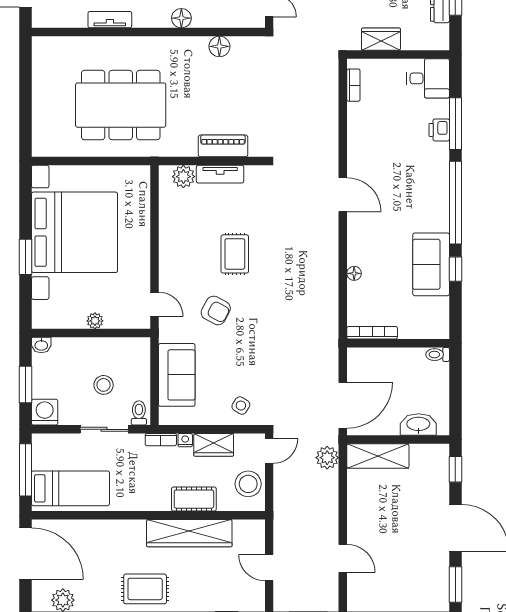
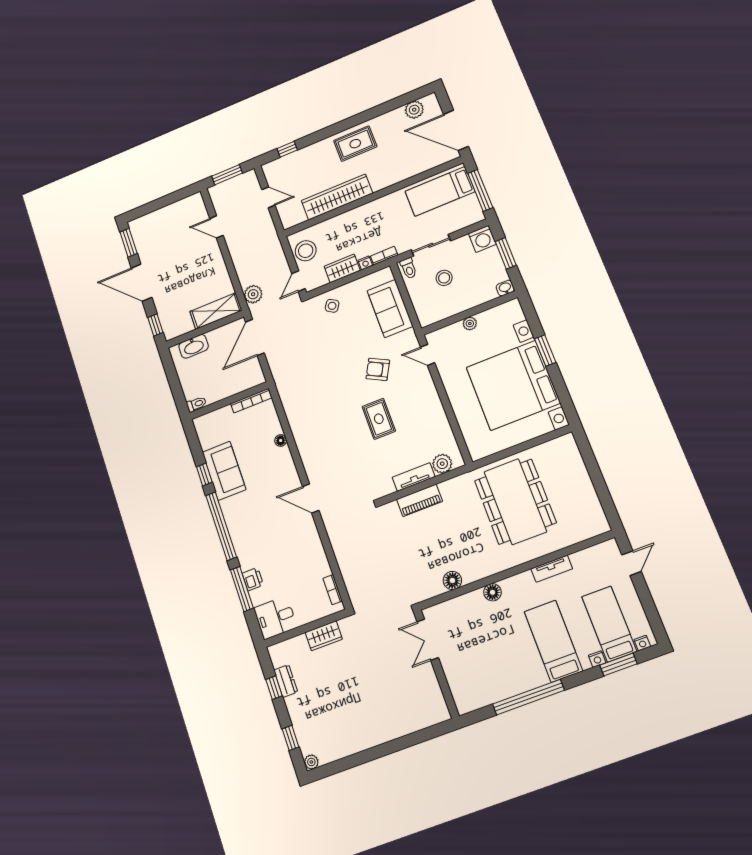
dining table: (121, 105) -> (515, 502), turned 90
cot: (194, 499) -> (343, 223), removed

